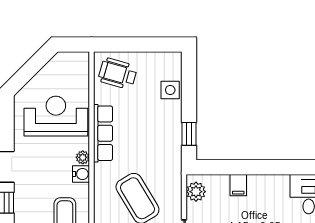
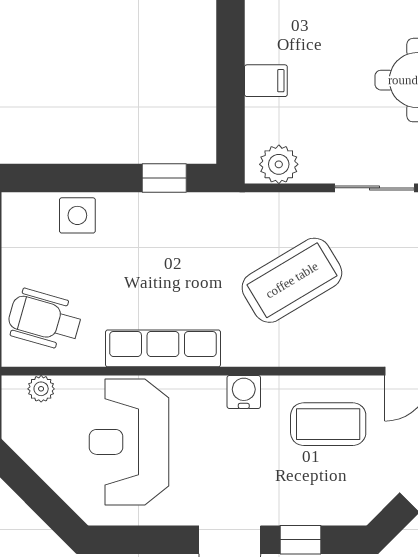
wheelchair: (118, 73) -> (45, 320), turned 90
plant: (83, 157) -> (41, 389), moved

